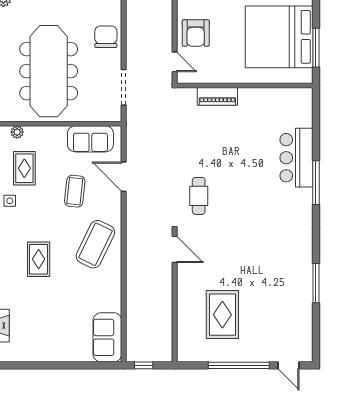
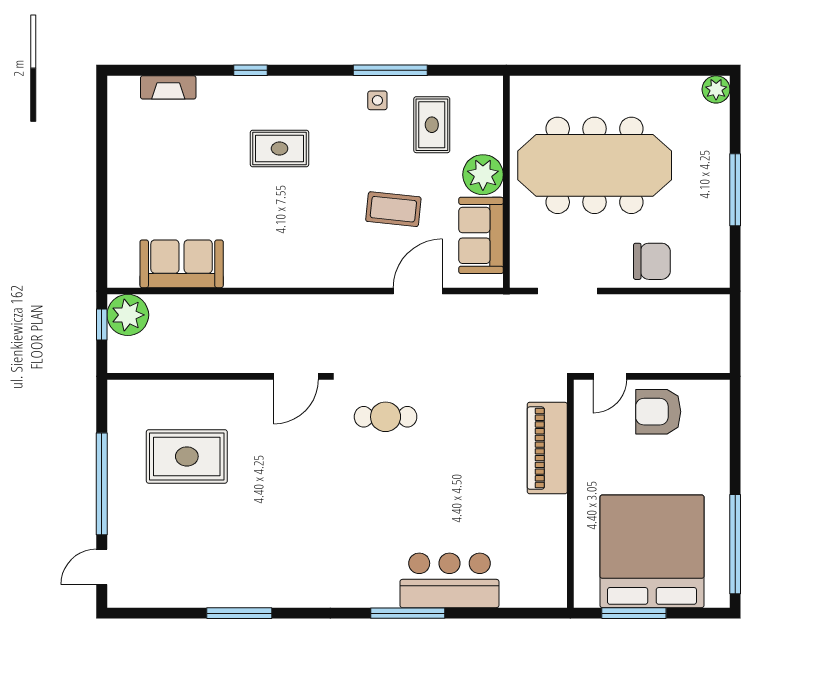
piano: (217, 96) -> (547, 448), width x1.37, depth x1.33
plant: (17, 132) -> (483, 175), moved, width x1.87, depth x1.87
rug: (24, 168) -> (432, 125), turned 90
coffee table: (95, 244) -> (305, 244), removed
sofa: (107, 337) -> (182, 264), moved
plant: (138, 350) -> (128, 315), added

